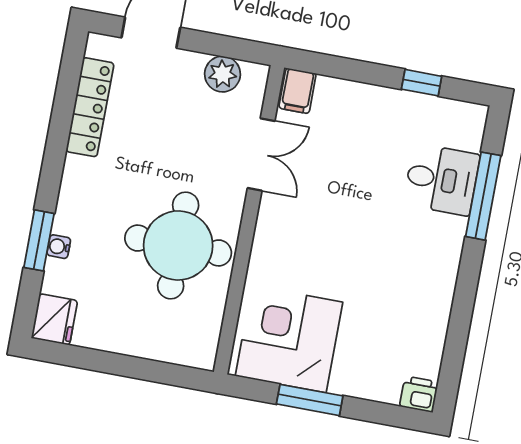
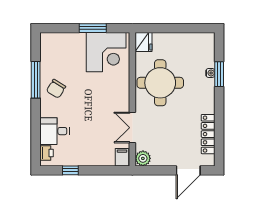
plant: (223, 74) -> (143, 158), moved
window: (483, 196) -> (36, 80), moved
chair: (420, 276) -> (56, 89), added
fridge: (54, 319) -> (144, 42), moved, turned 180
printer: (419, 394) -> (47, 153), moved, turned -90

